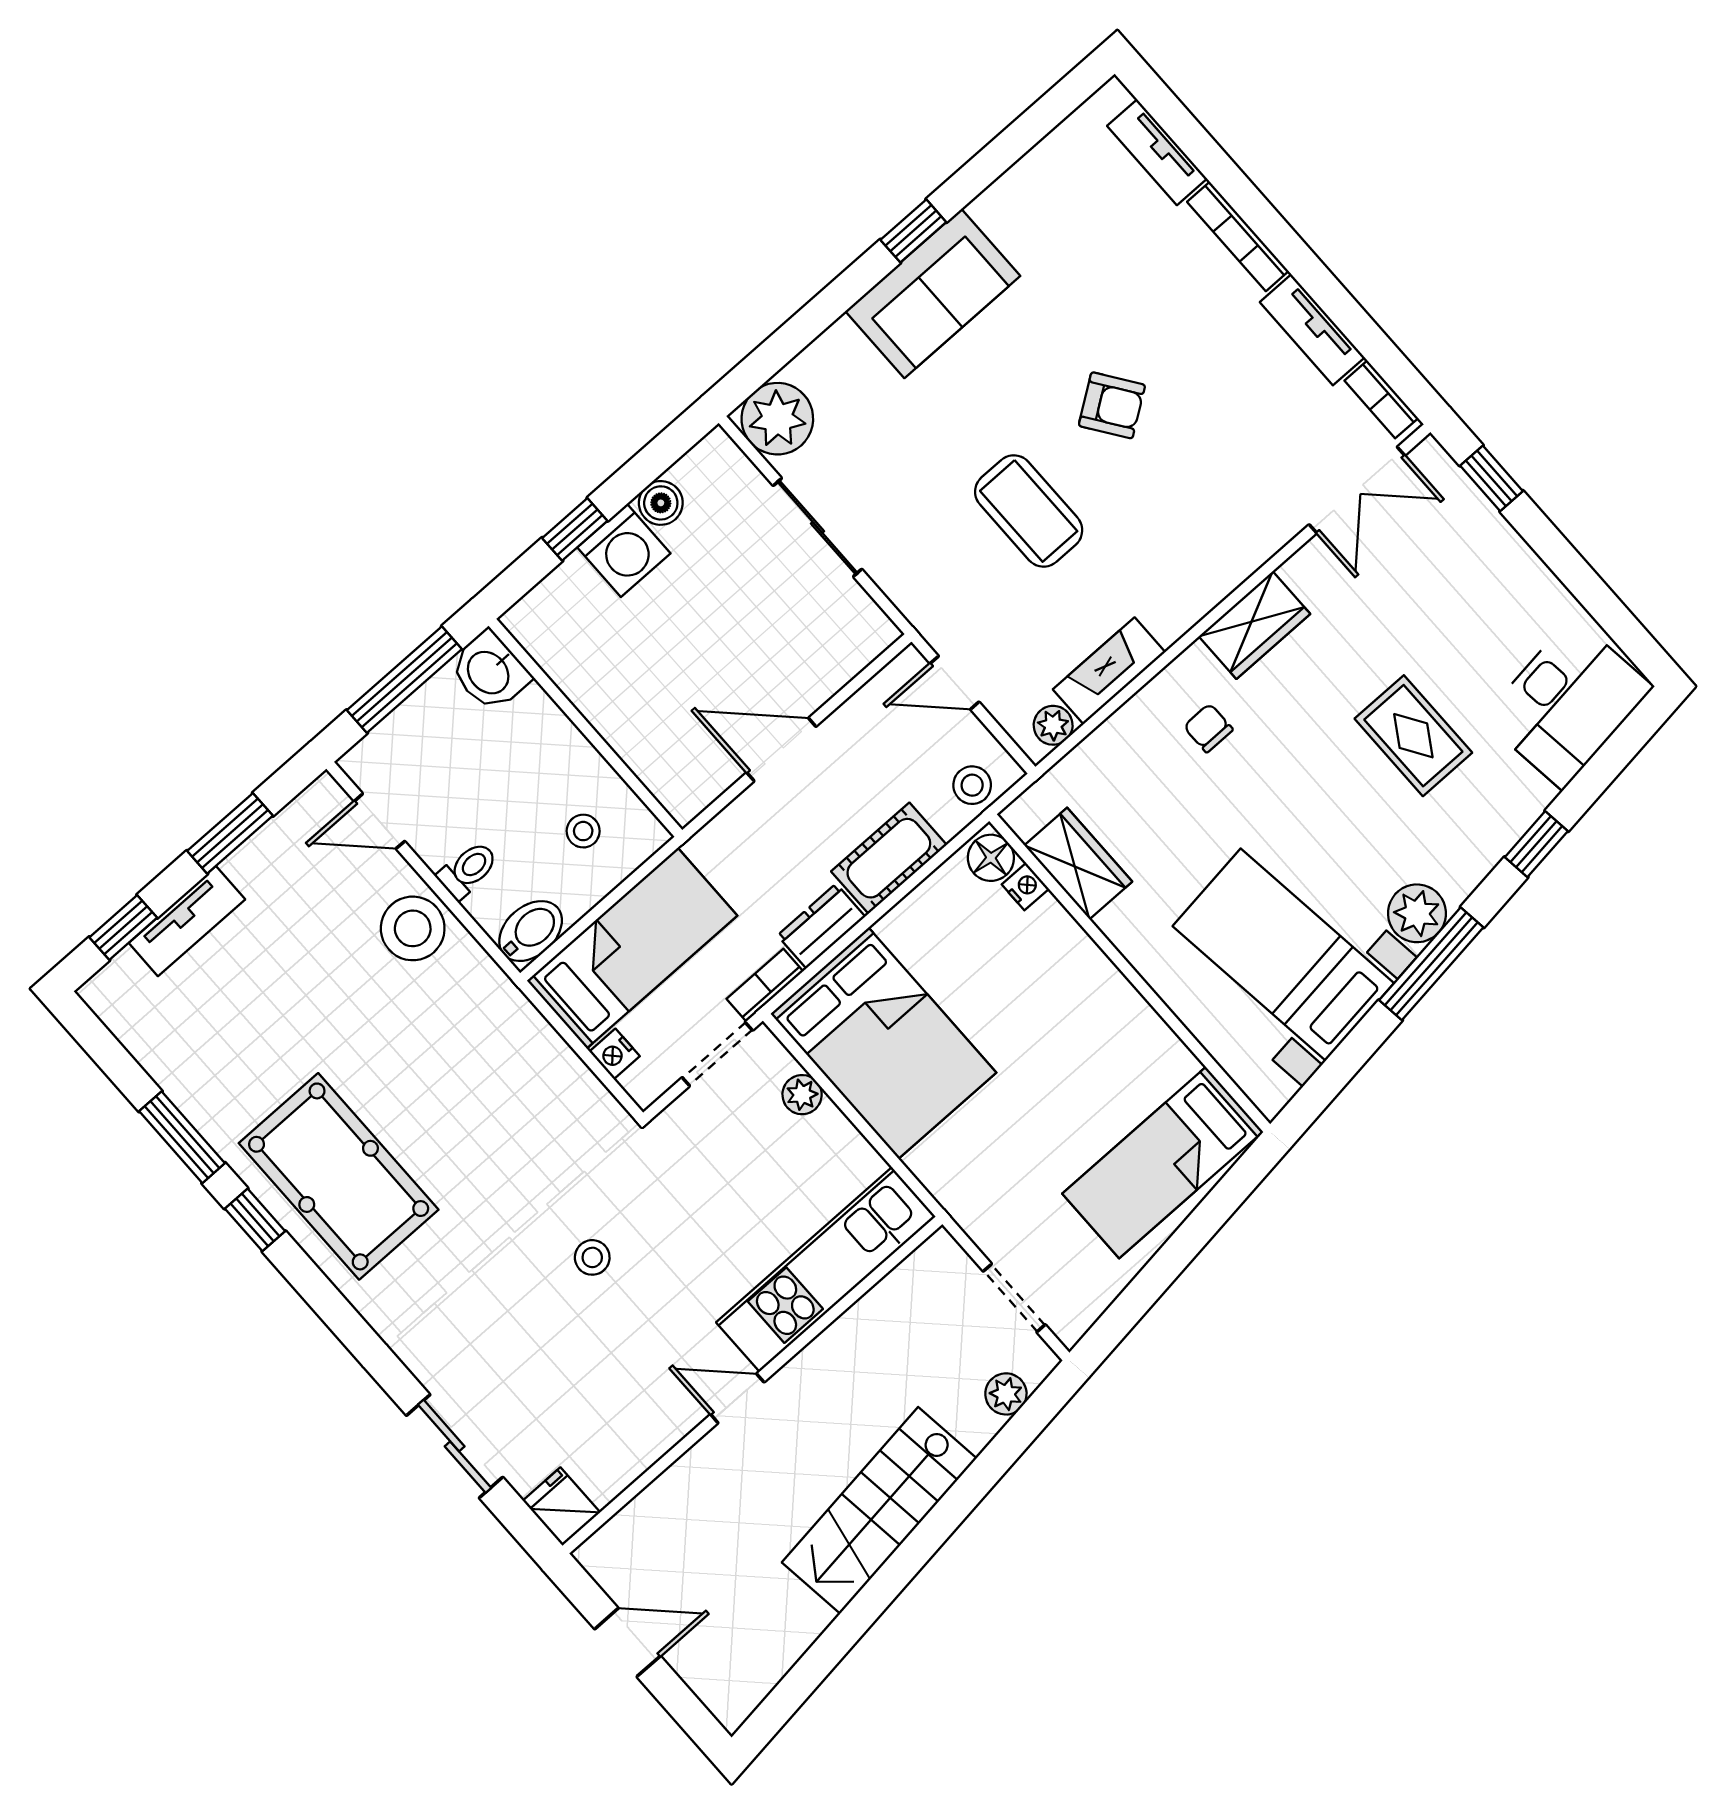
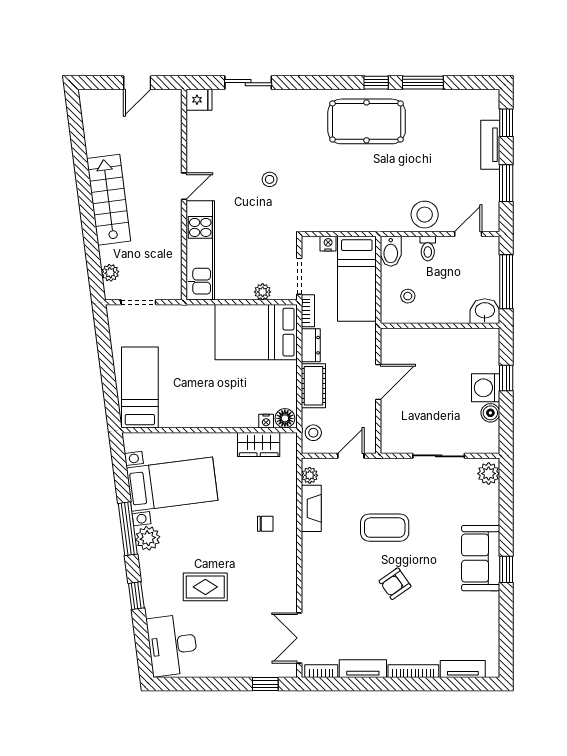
plant: (777, 419) -> (489, 474), width x0.73, depth x0.73
wardrobe: (1254, 625) -> (285, 567), removed

